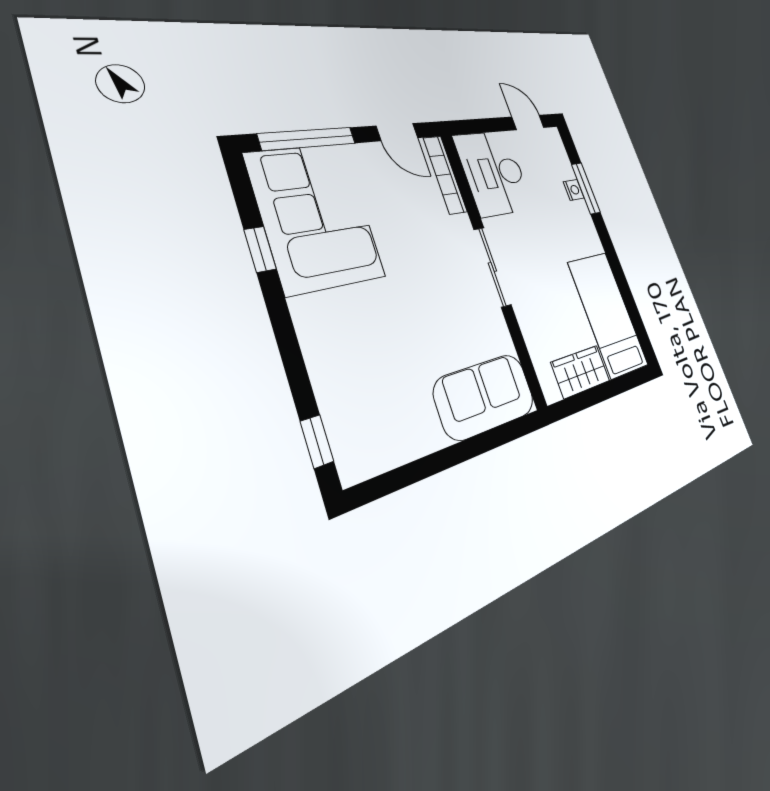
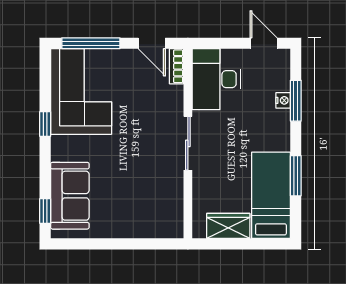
bookcase: (445, 175) -> (176, 66), width x0.64
window: (260, 249) -> (45, 124), moved
window: (622, 282) -> (296, 176), added
sofa: (485, 396) -> (70, 196), moved, turned 90

